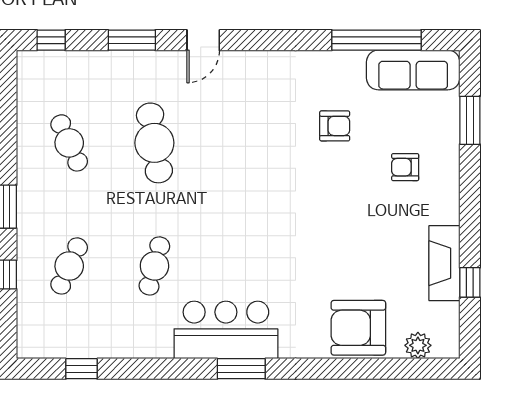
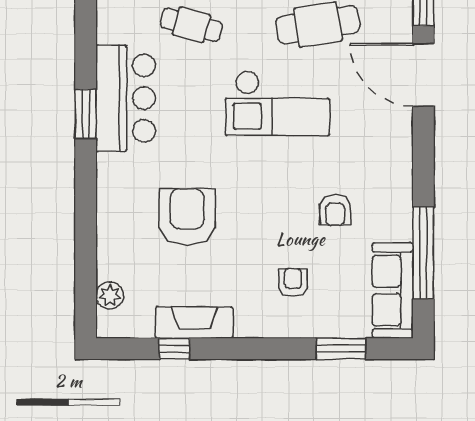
door: (203, 40) -> (423, 75), width x1.88
checkout: (231, 182) -> (277, 103), added
armchair: (358, 328) -> (187, 217), moved

